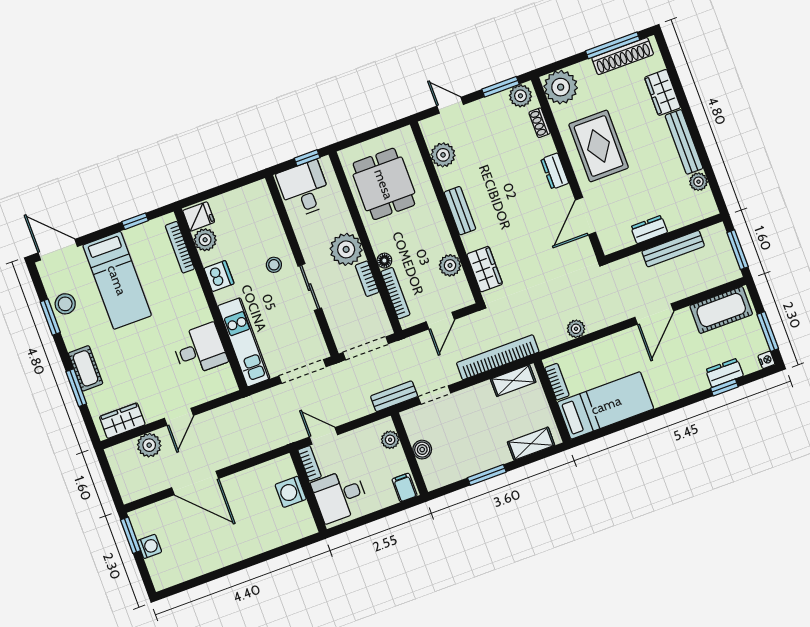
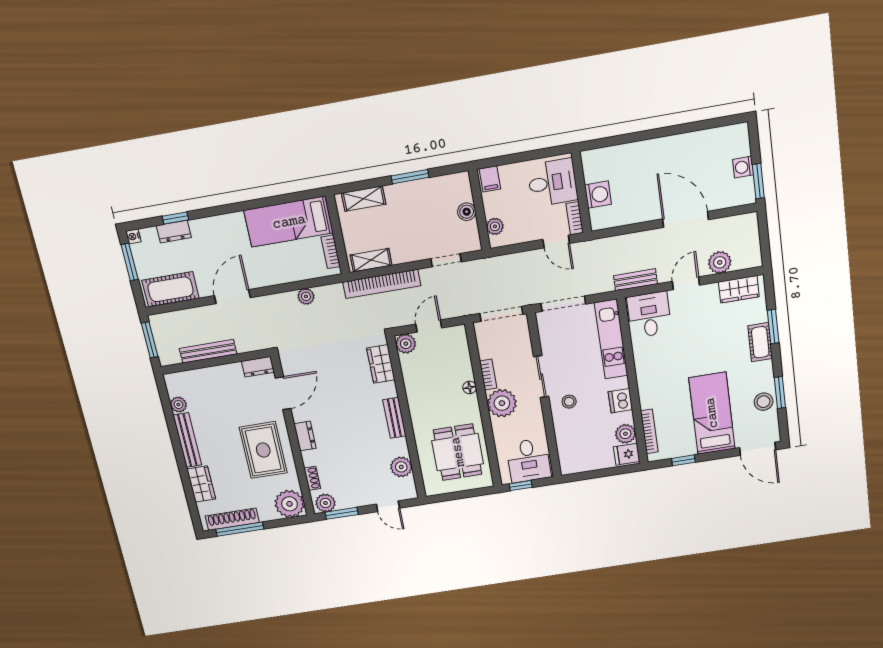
dresser: (649, 229) -> (258, 367), moved
plant: (450, 265) -> (406, 344), moved
bookcase: (395, 293) -> (465, 357), removed
desk: (200, 350) -> (649, 315), moved, turned 90
bench: (394, 396) -> (635, 280), moved

